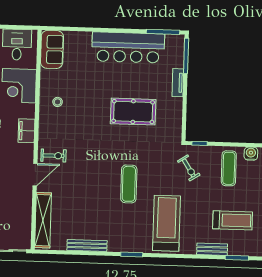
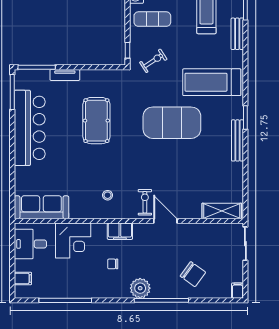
sofa: (52, 49) -> (41, 207), width x1.36
stool: (58, 102) -> (108, 195), moved
exercise mat: (129, 184) -> (172, 123), width x2.00, depth x1.45
shelving: (43, 220) -> (222, 211), width x0.68
bench: (87, 246) -> (238, 140), moved

